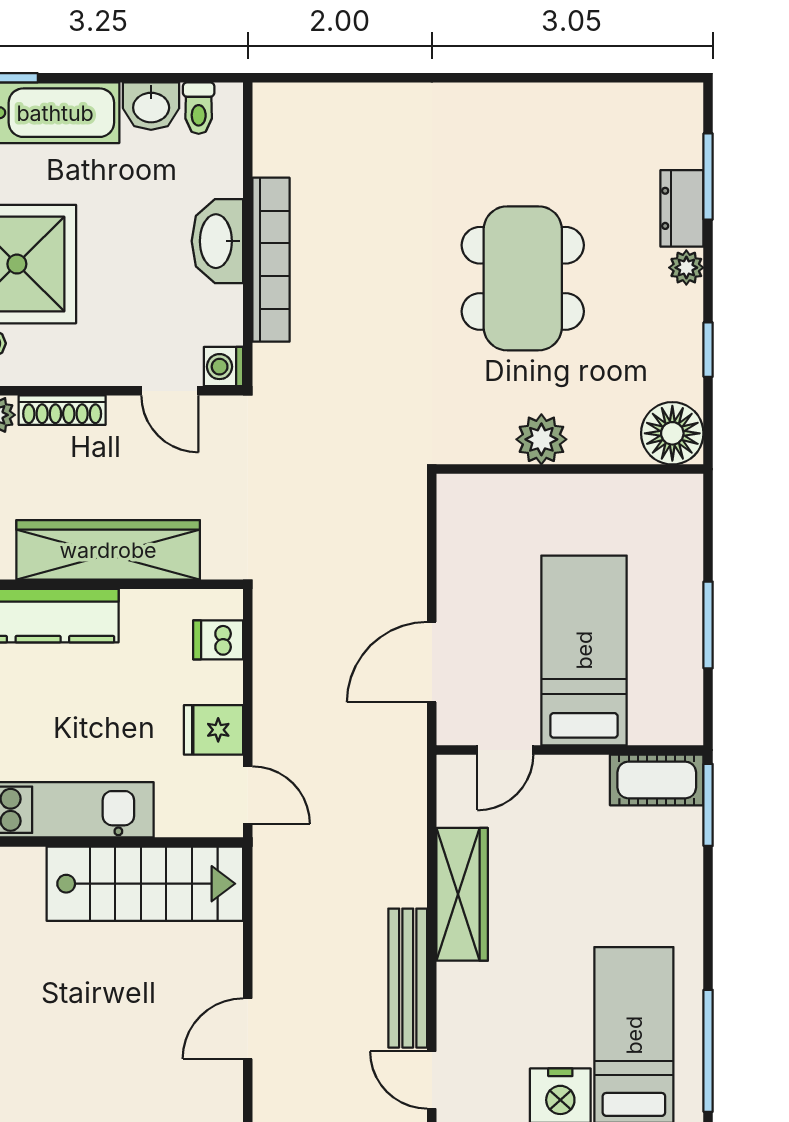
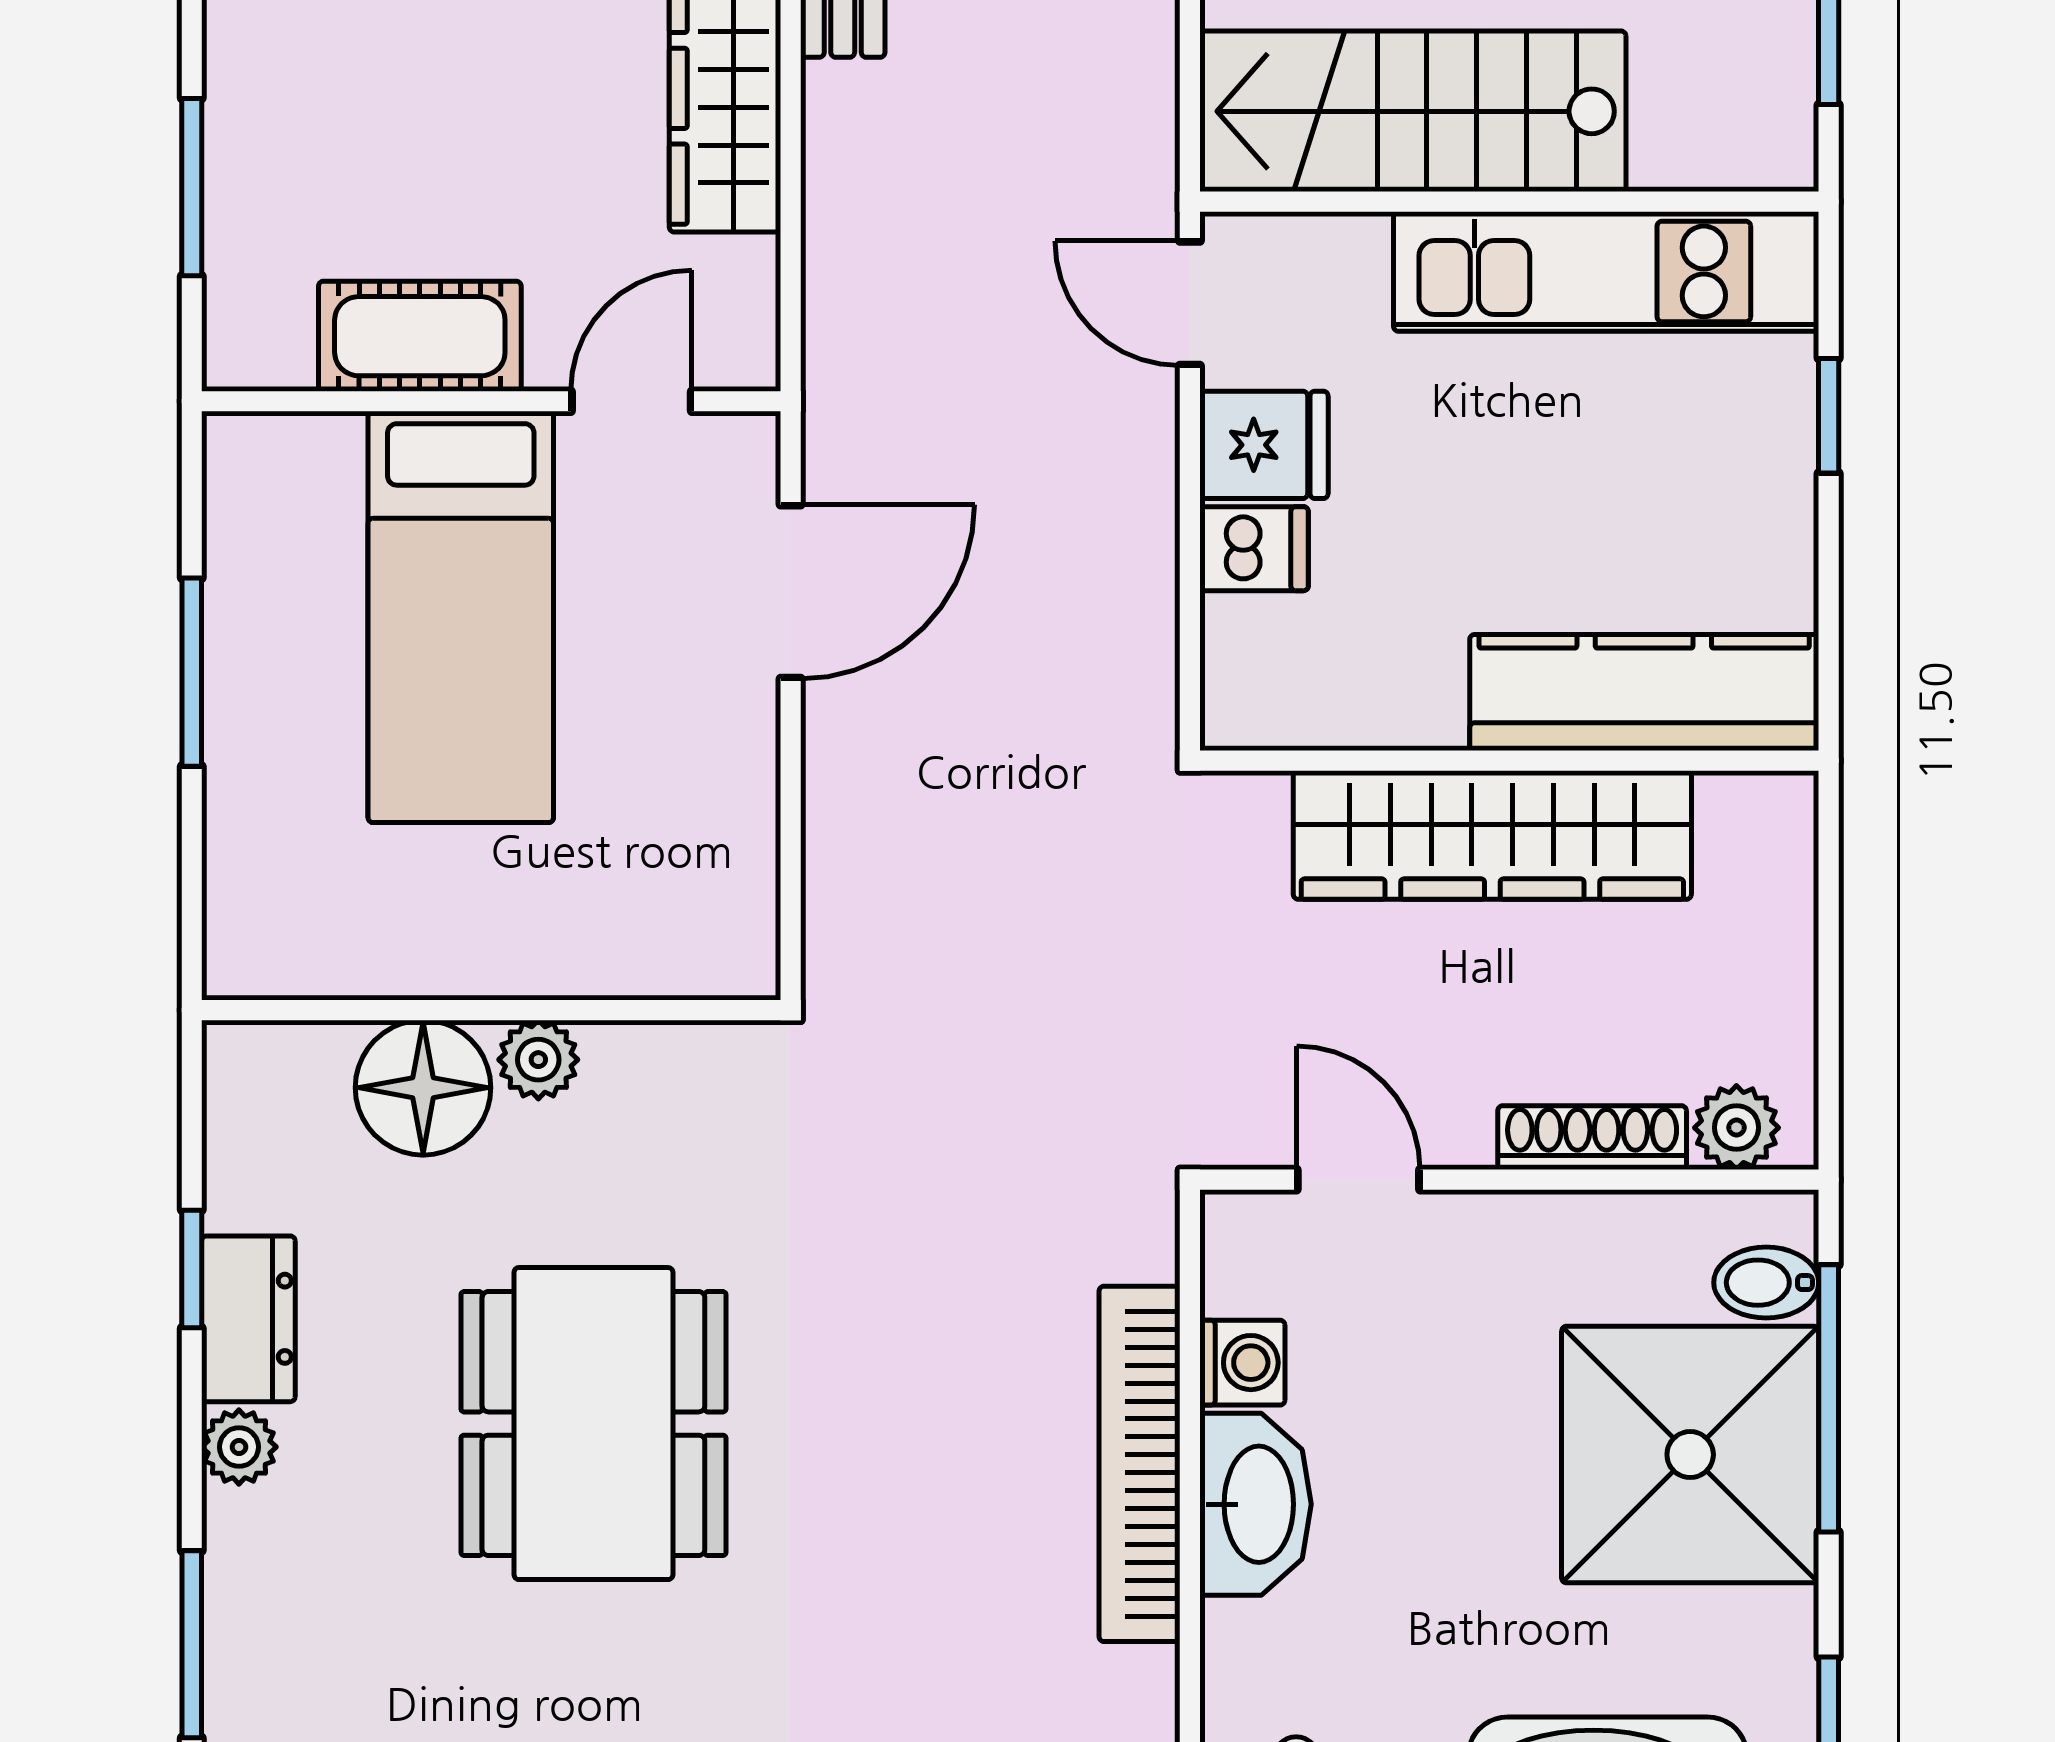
dresser: (682, 208) -> (248, 1319), moved
washing machine: (223, 367) -> (1242, 1363), moved
floor lamp: (672, 433) -> (423, 1088), moved
plant: (541, 439) -> (538, 1060), width x0.73, depth x0.73
dishwasher: (218, 640) -> (1254, 549), moved
cot: (657, 780) -> (420, 336), moved
window: (708, 805) -> (192, 187), moved

